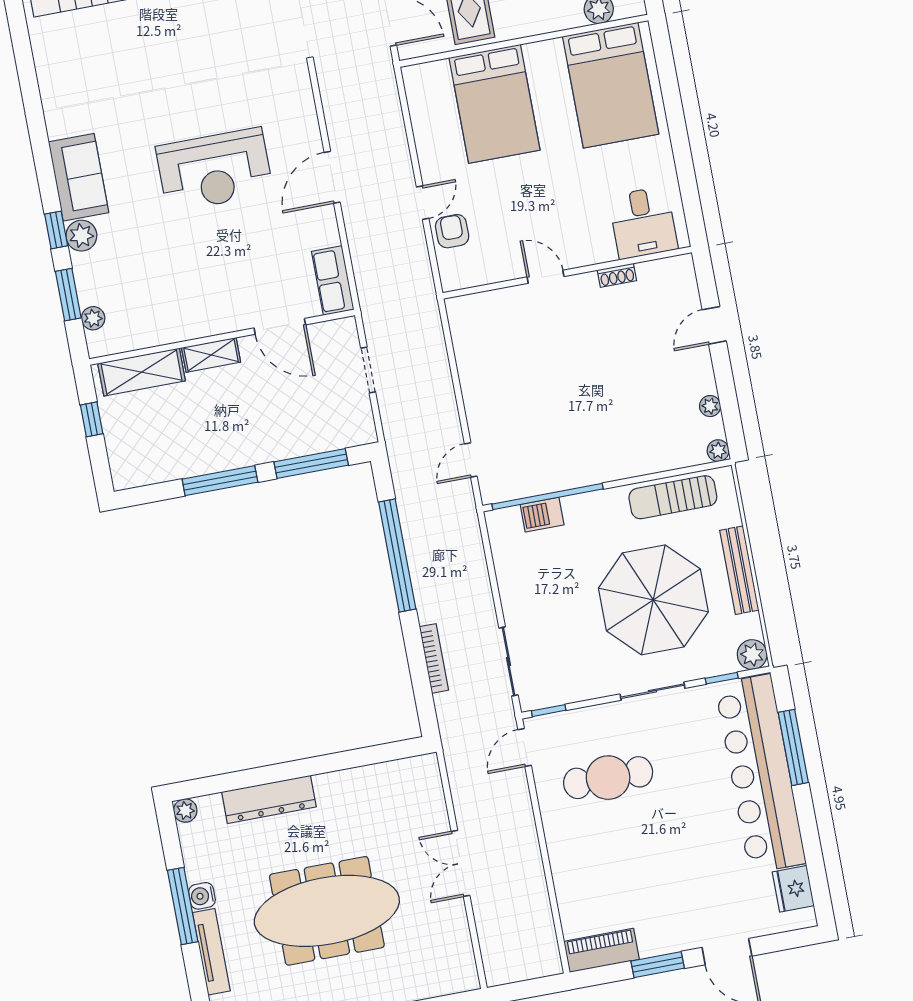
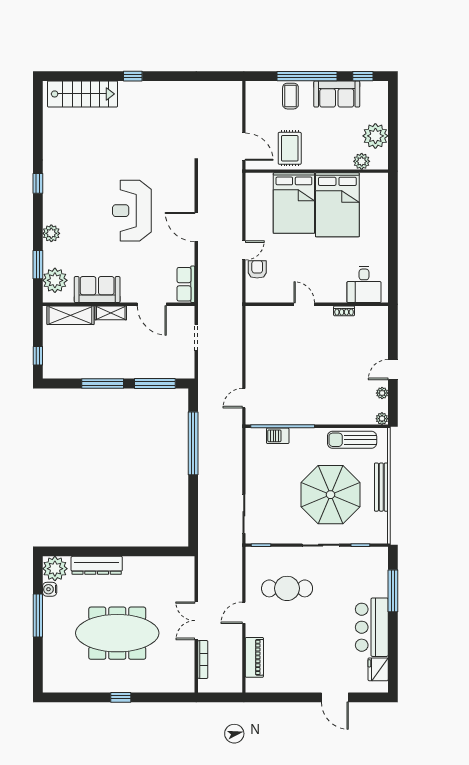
bed: (611, 85) -> (337, 205), moved
reception desk: (214, 170) -> (132, 211), turned 90
sofa: (79, 177) -> (97, 290), moved, turned -90
door: (332, 177) -> (196, 227), hinge flipped
window: (56, 230) -> (38, 183), moved
plant: (93, 318) -> (55, 280), width x1.87, depth x1.87
door: (714, 325) -> (393, 370), moved
window: (92, 419) -> (38, 356), moved
plant: (752, 655) -> (380, 535), removed
bookcase: (434, 658) -> (203, 659), moved
door: (525, 747) -> (244, 613), moved
bar counter: (760, 774) -> (372, 627), width x0.54
plant: (185, 811) -> (55, 569), width x1.88, depth x1.88
water cooler: (202, 896) -> (50, 589), moved
piano: (602, 950) -> (254, 657), moved, turned 90
tv unit: (211, 952) -> (49, 644), removed
window: (658, 965) -> (295, 697), removed

